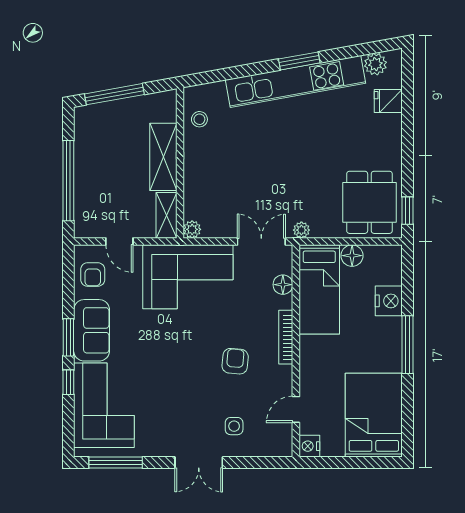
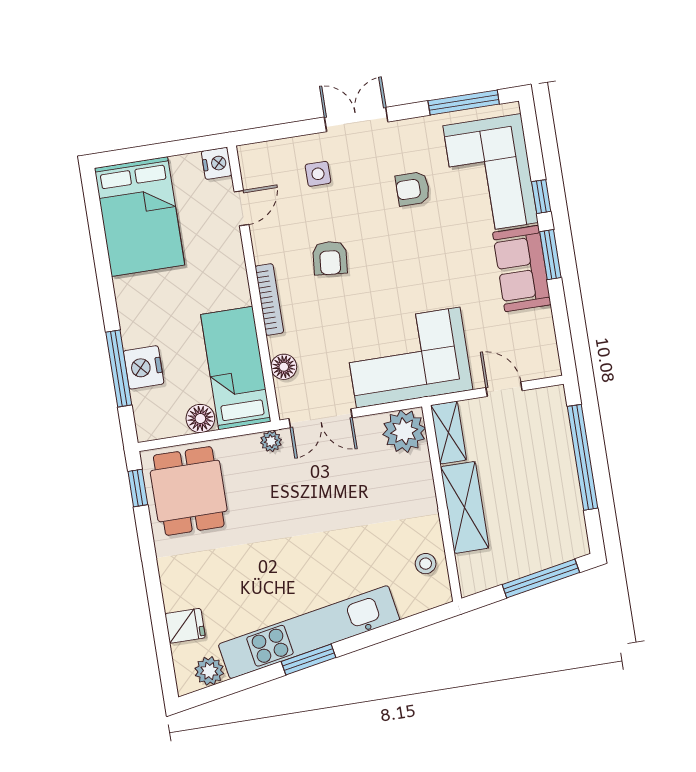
plant: (192, 229) -> (404, 431), width x1.88, depth x1.88
armchair: (93, 274) -> (413, 189), moved, turned -90
window: (408, 345) -> (119, 368), moved

